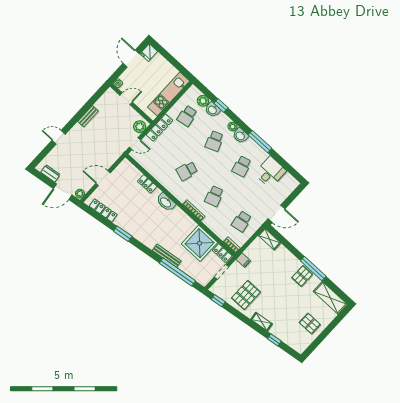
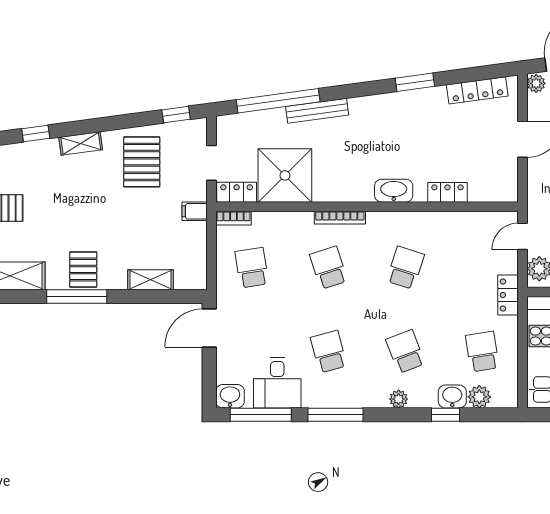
locker: (159, 128) -> (508, 295), width x0.66
washbasin: (240, 136) -> (230, 396), moved
window: (287, 166) -> (261, 415), added
shelving: (269, 239) -> (150, 280), moved

